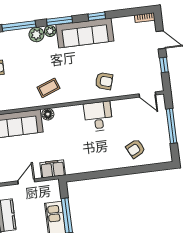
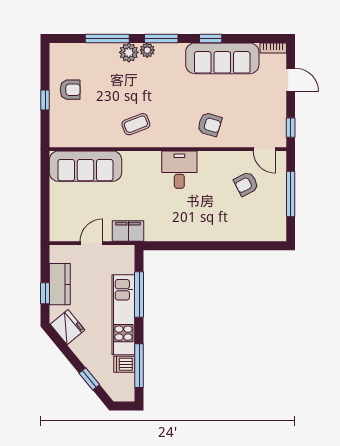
sofa: (85, 33) -> (222, 58), moved
window: (164, 65) -> (291, 128), moved
floor lamp: (48, 114) -> (131, 159), removed
desk: (98, 116) -> (179, 170), moved
armchair: (136, 149) -> (246, 184), moved

